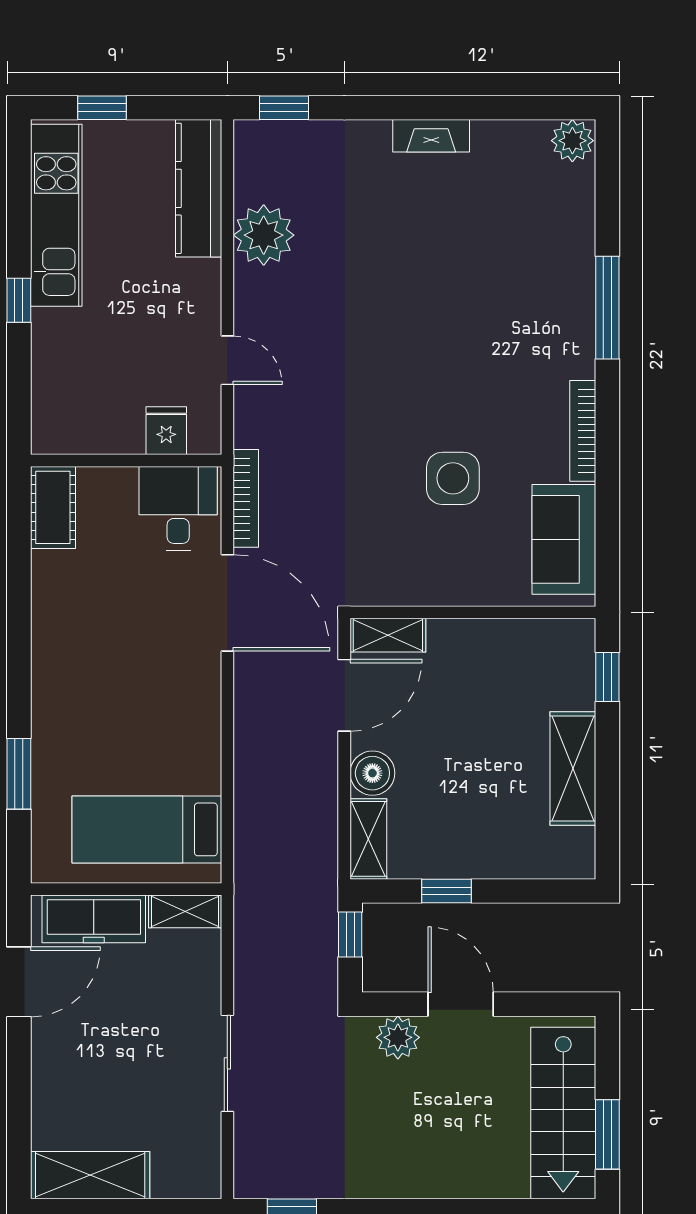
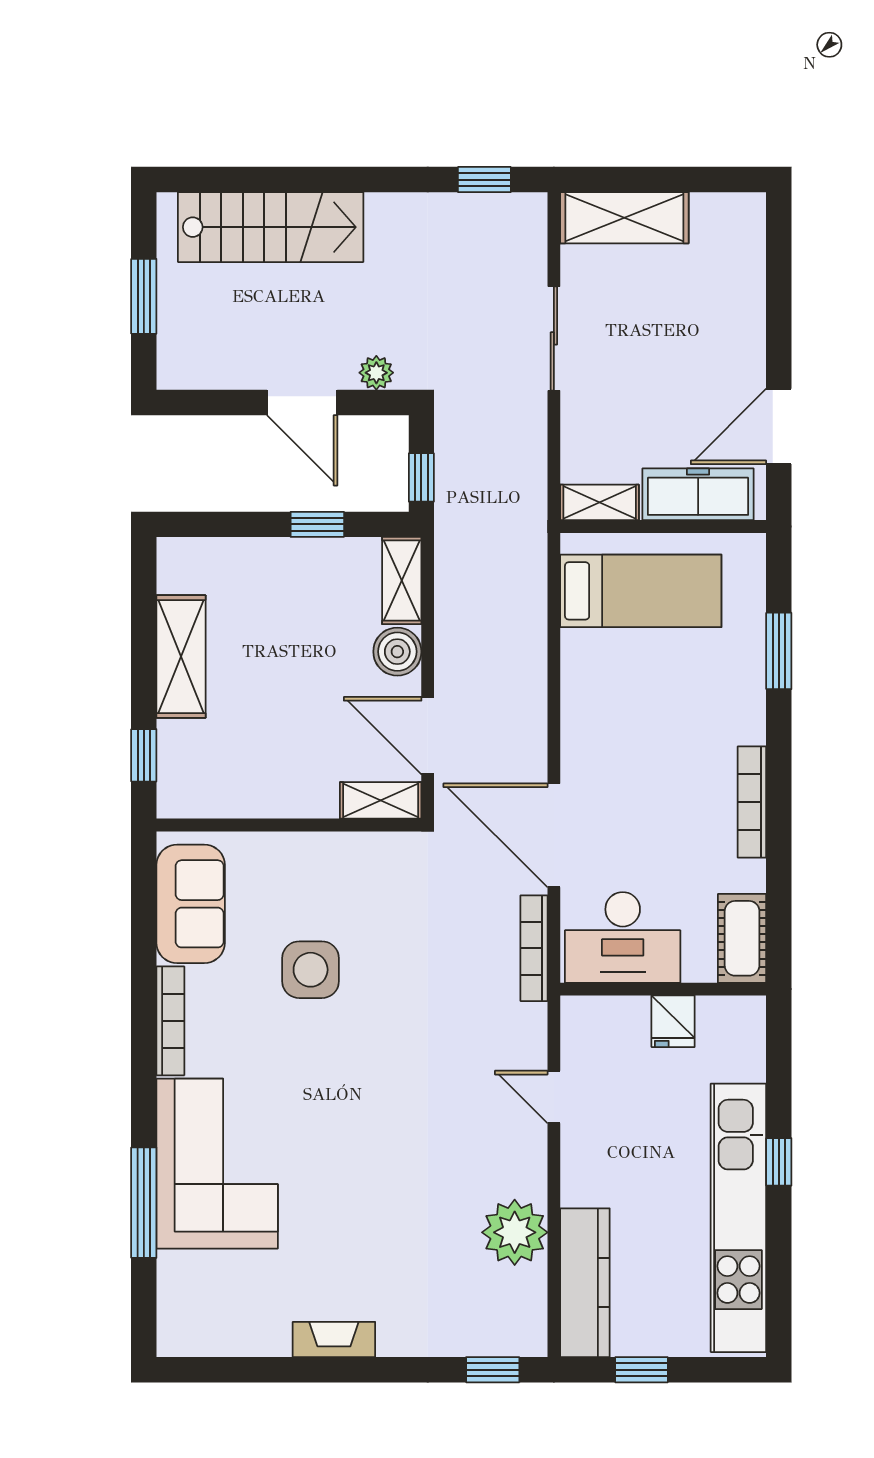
window: (102, 108) -> (642, 1370), moved
plant: (572, 141) -> (182, 1334), removed
kitchen unit: (56, 215) -> (738, 1218), width x1.36
corner sofa: (539, 299) -> (217, 1164), added
window: (607, 308) -> (144, 1203), moved
fridge: (166, 431) -> (673, 1021), moved
desk: (178, 508) -> (623, 937), width x1.37
bookcase: (44, 634) -> (752, 802), added
door: (344, 695) -> (428, 736), hinge flipped
plant: (398, 1037) -> (376, 373), width x0.73, depth x0.73
stairs: (563, 1113) -> (271, 227), moved, turned 90
window: (607, 1134) -> (144, 296), moved
shelving: (90, 1175) -> (624, 218), moved

